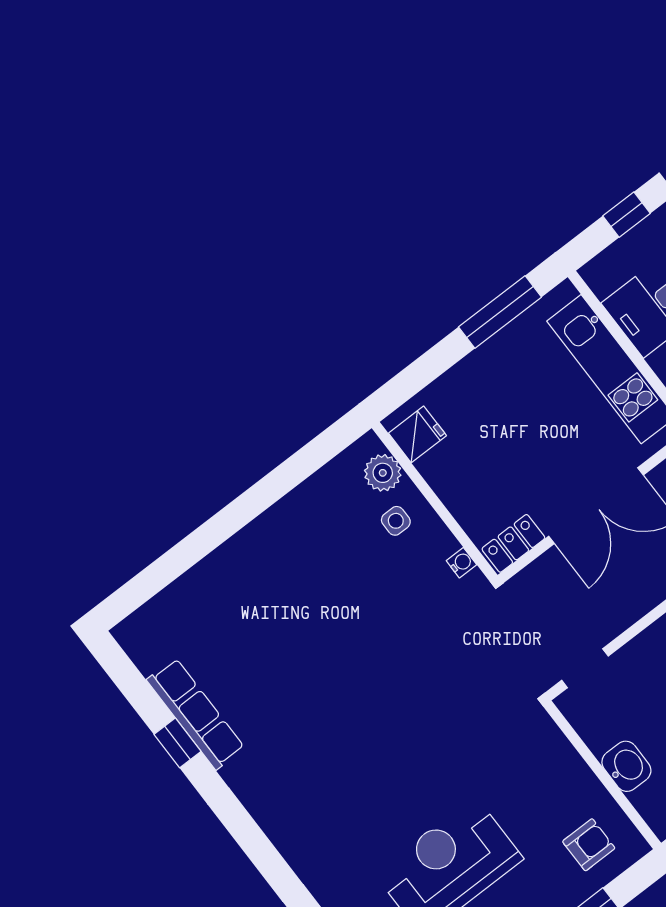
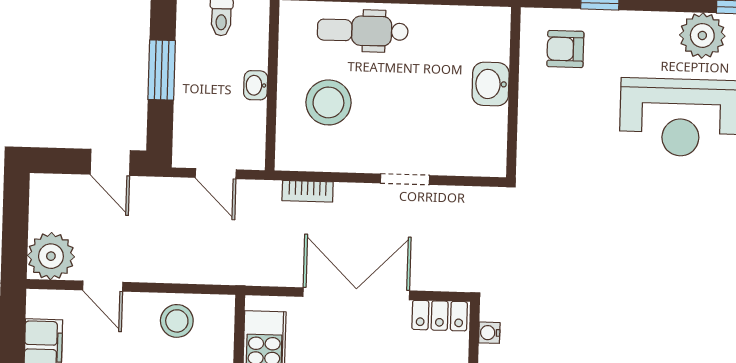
doorway: (585, 668) -> (405, 179), moved

